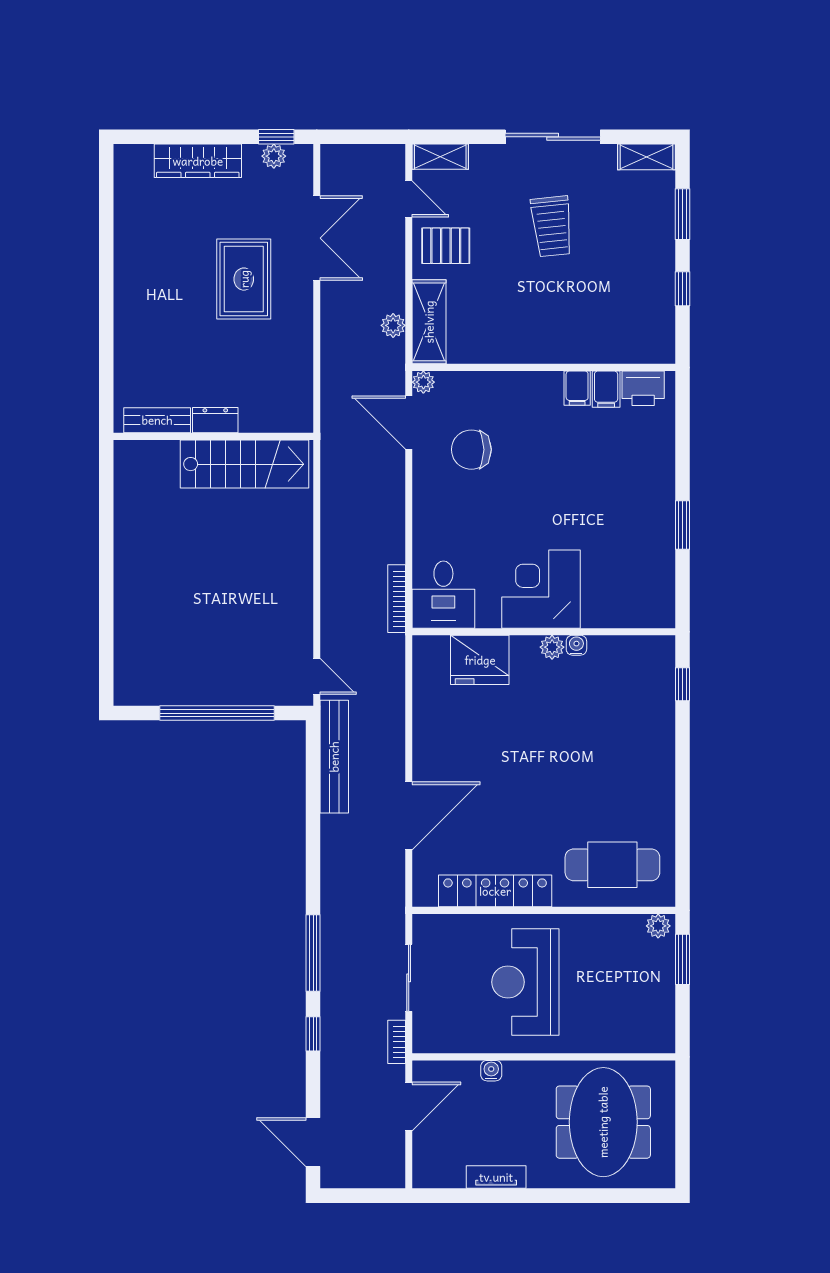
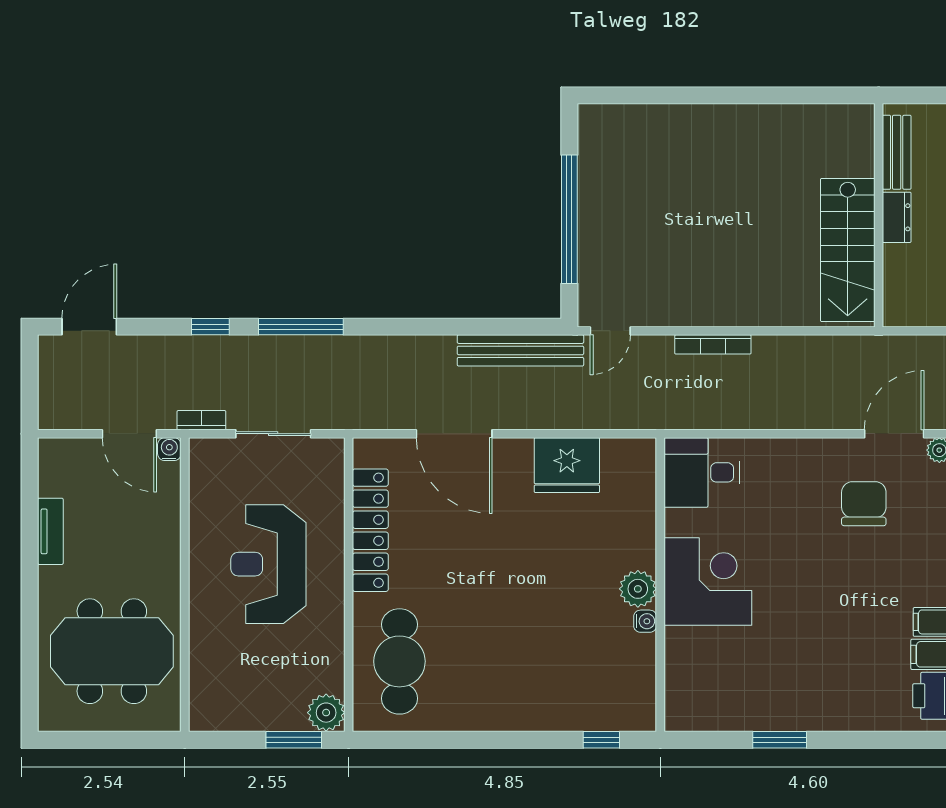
bookcase: (397, 599) -> (713, 344), moved, turned 180
plant: (552, 647) -> (638, 589), width x1.38, depth x1.38
fridge: (480, 660) -> (567, 465), moved, turned -90
plant: (658, 926) -> (326, 713), width x1.38, depth x1.38
reception desk: (525, 982) -> (268, 564), turned -90
water cooler: (491, 1071) -> (169, 449), moved, turned -90

